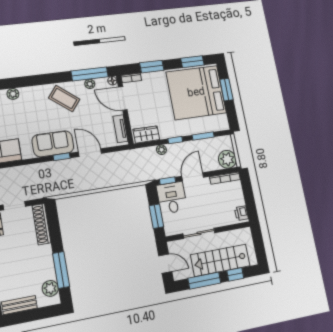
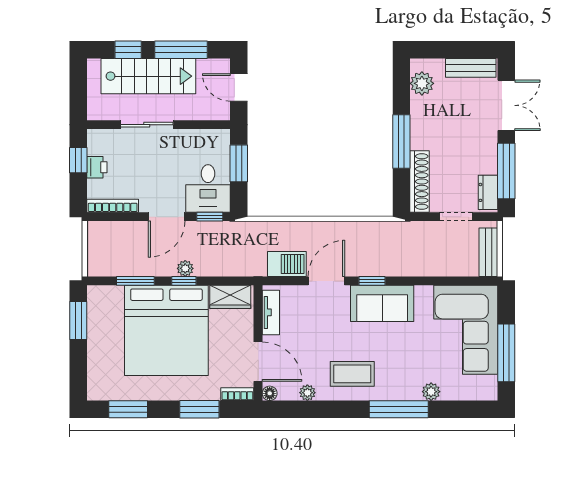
window: (90, 74) -> (399, 409), moved
window: (226, 90) -> (78, 320), moved
bed: (196, 92) -> (166, 330), moved, turned 90
coffee table: (64, 99) -> (352, 374), turned -39
plant: (161, 150) -> (185, 268), moved
door: (90, 153) -> (326, 281), swing flipped
barbecue: (116, 159) -> (287, 264), added
plant: (227, 159) -> (102, 236), removed
window: (250, 202) -> (78, 160), added
printer: (241, 213) -> (97, 167), moved
sliding door: (199, 233) -> (147, 125), moved
window: (61, 270) -> (401, 142), moved

